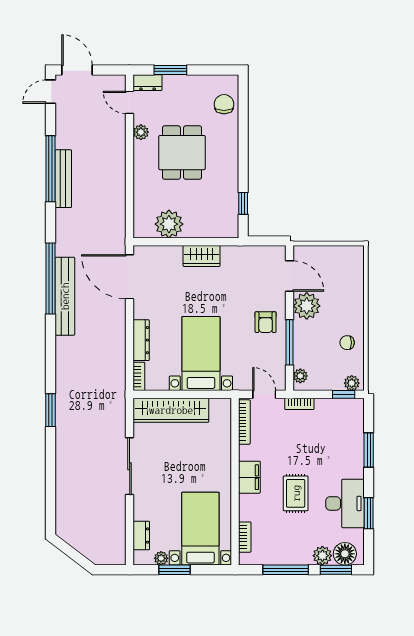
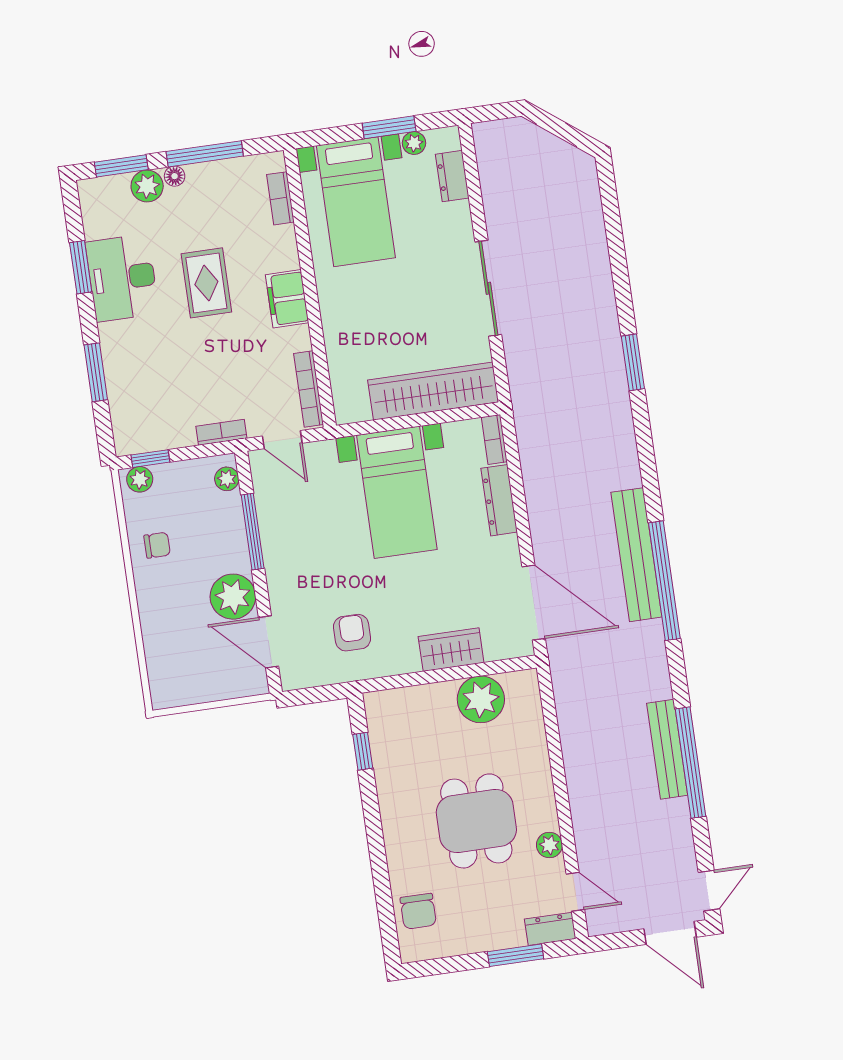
wardrobe: (202, 256) -> (451, 650), moved
armchair: (266, 322) -> (352, 633), moved
floor lamp: (345, 554) -> (175, 176), moved, width x0.53, depth x0.53

